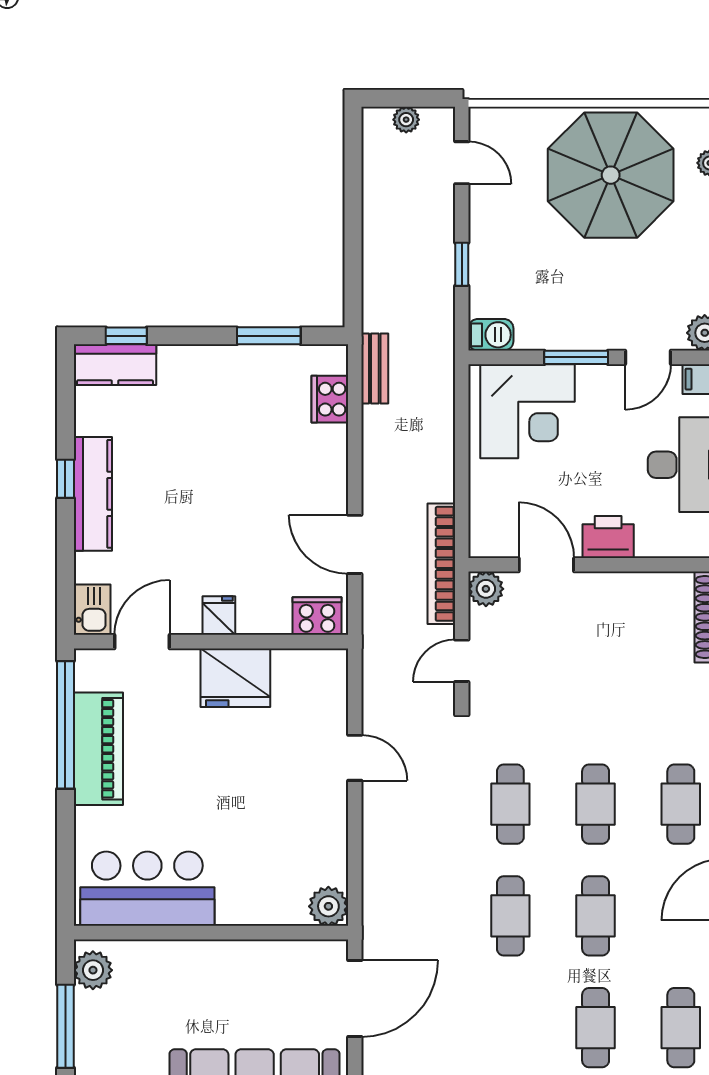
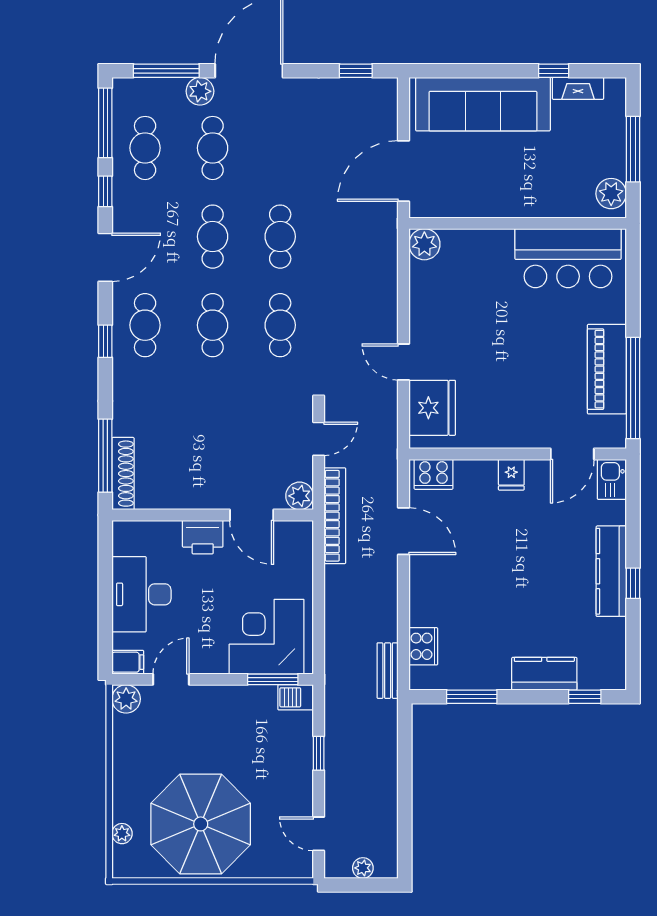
window: (576, 357) -> (273, 679), moved
kitchen counter: (115, 365) -> (544, 674), moved
fridge: (235, 678) -> (432, 408), moved, turned 90

